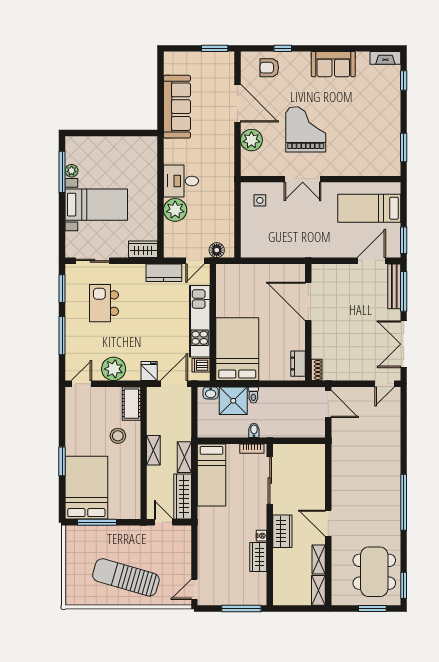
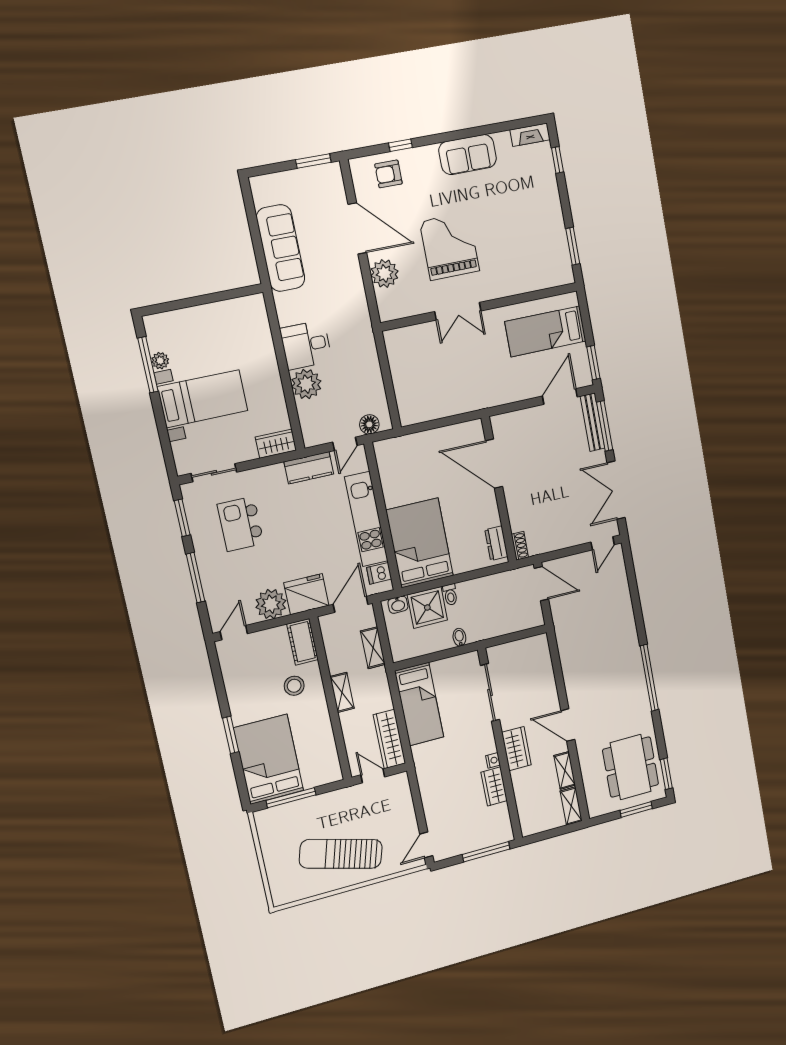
side table: (260, 200) -> (410, 349), removed
fridge: (149, 371) -> (306, 594), width x1.88, depth x1.34
bookcase: (252, 449) -> (461, 660), removed
shelving: (184, 457) -> (373, 648), moved

